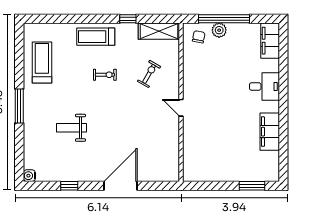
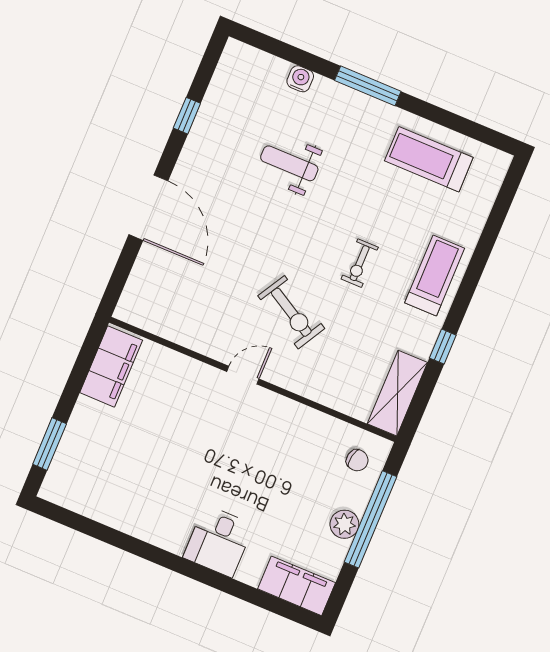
plant: (219, 30) -> (344, 524), moved
treadmill: (42, 63) -> (429, 159), turned 180
exercise bike: (149, 74) -> (291, 312), moved, width x1.38, depth x1.39
weight bench: (72, 128) -> (289, 163), turned -90
filing cabinet: (270, 132) -> (111, 366), moved, turned 90
water cooler: (29, 176) -> (300, 79), moved

